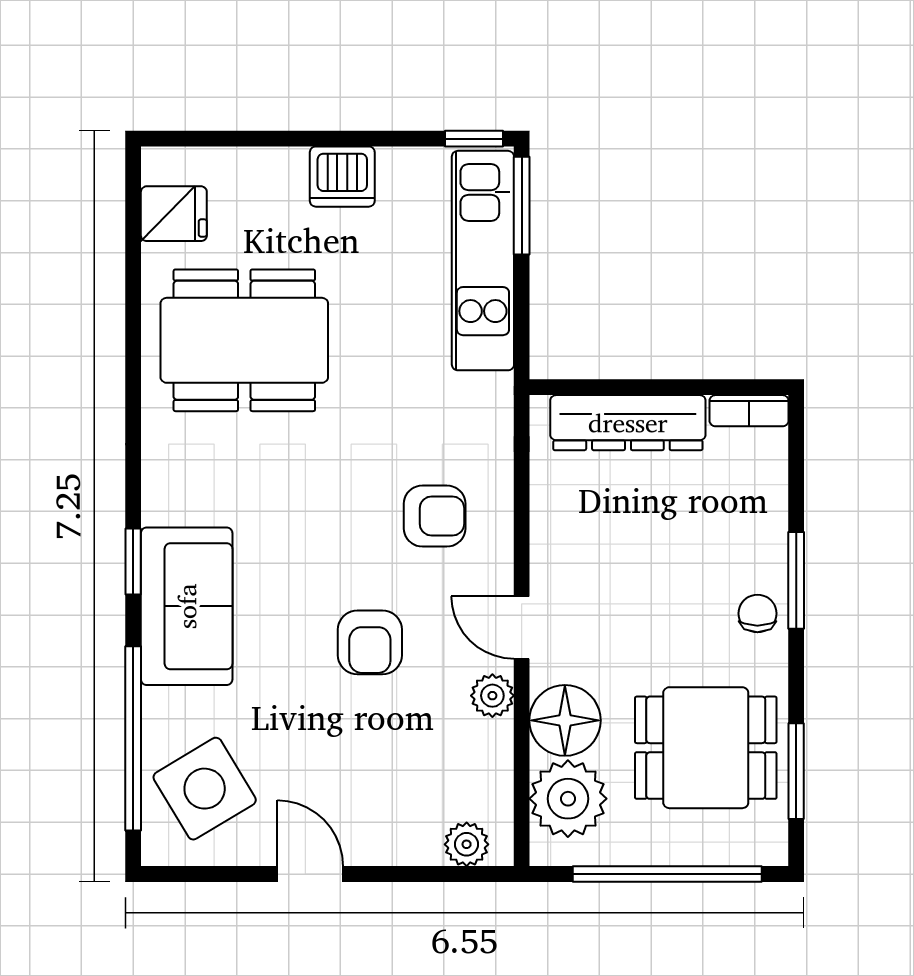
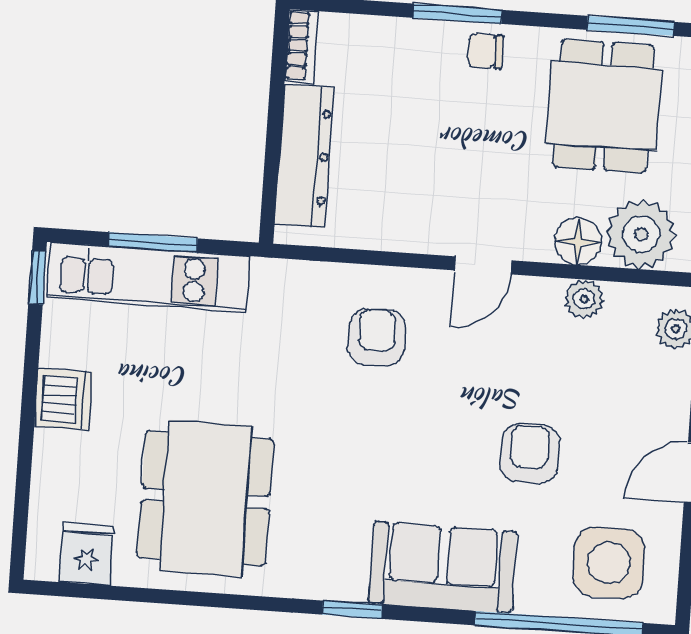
window: (522, 206) -> (153, 242), moved
window: (133, 561) -> (352, 610), moved
armchair: (370, 642) -> (530, 454), moved, turned -90
plant: (492, 696) -> (584, 299), moved
floor lamp: (565, 720) -> (578, 241), width x0.73, depth x0.73
side table: (205, 789) -> (609, 563), turned 31

